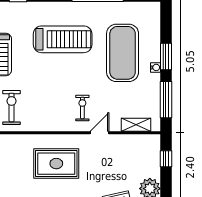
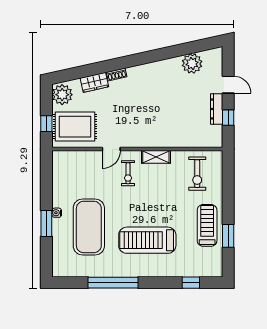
window: (166, 100) -> (46, 181), removed
shelving: (136, 125) -> (156, 157), moved
rug: (56, 164) -> (75, 127), moved

